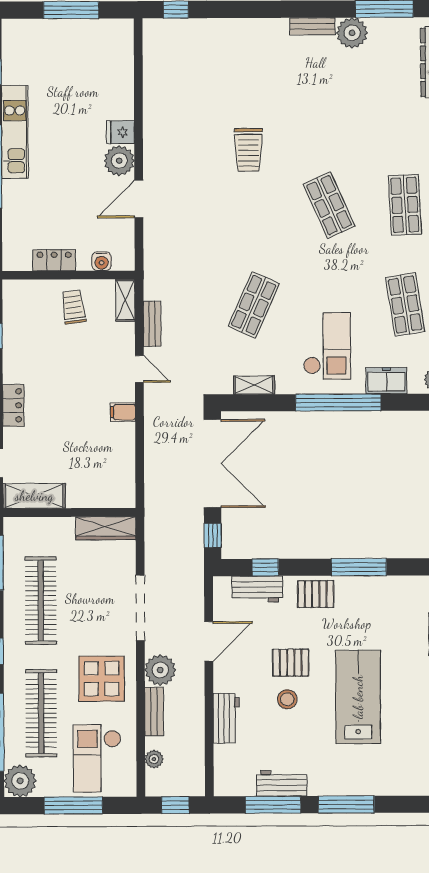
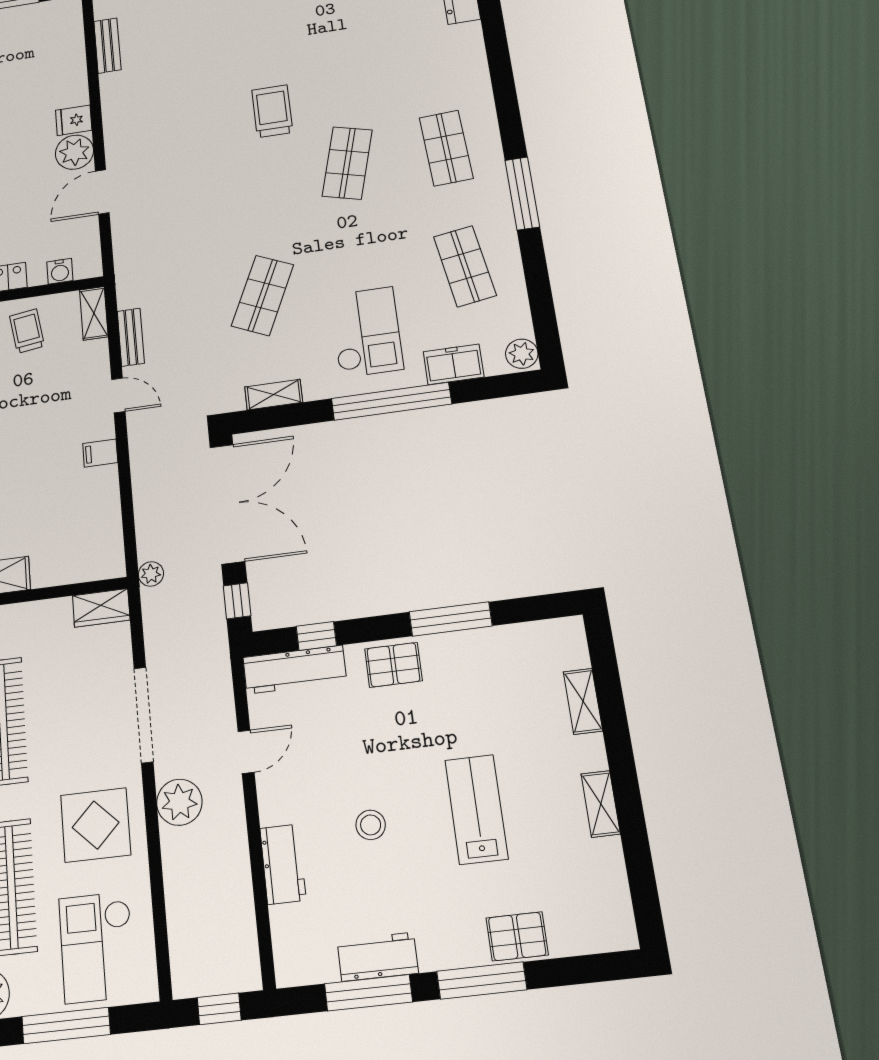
trolley: (248, 150) -> (272, 111), moved, turned 180
shop shelf: (329, 205) -> (347, 163), turned 39
wardrobe: (106, 528) -> (101, 608), width x0.67
workbench: (257, 589) -> (295, 670), width x1.38
door: (209, 641) -> (246, 752), width x0.73
pallet: (291, 663) -> (517, 936), moved
lab bench: (358, 697) -> (476, 809), width x0.73, depth x0.72
bench: (154, 712) -> (107, 46), moved
plant: (154, 759) -> (151, 574), moved

